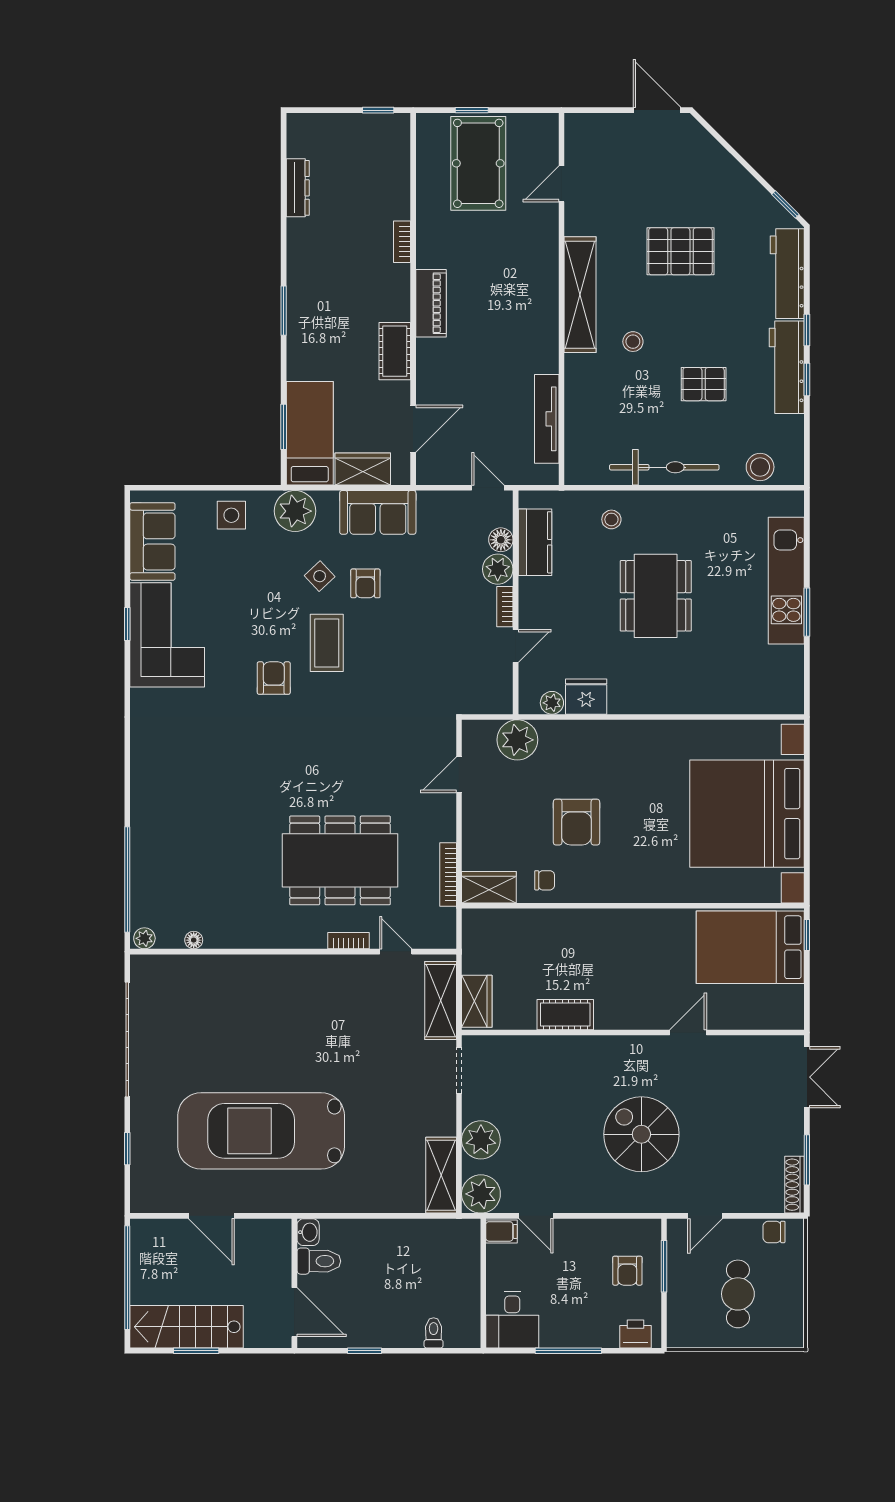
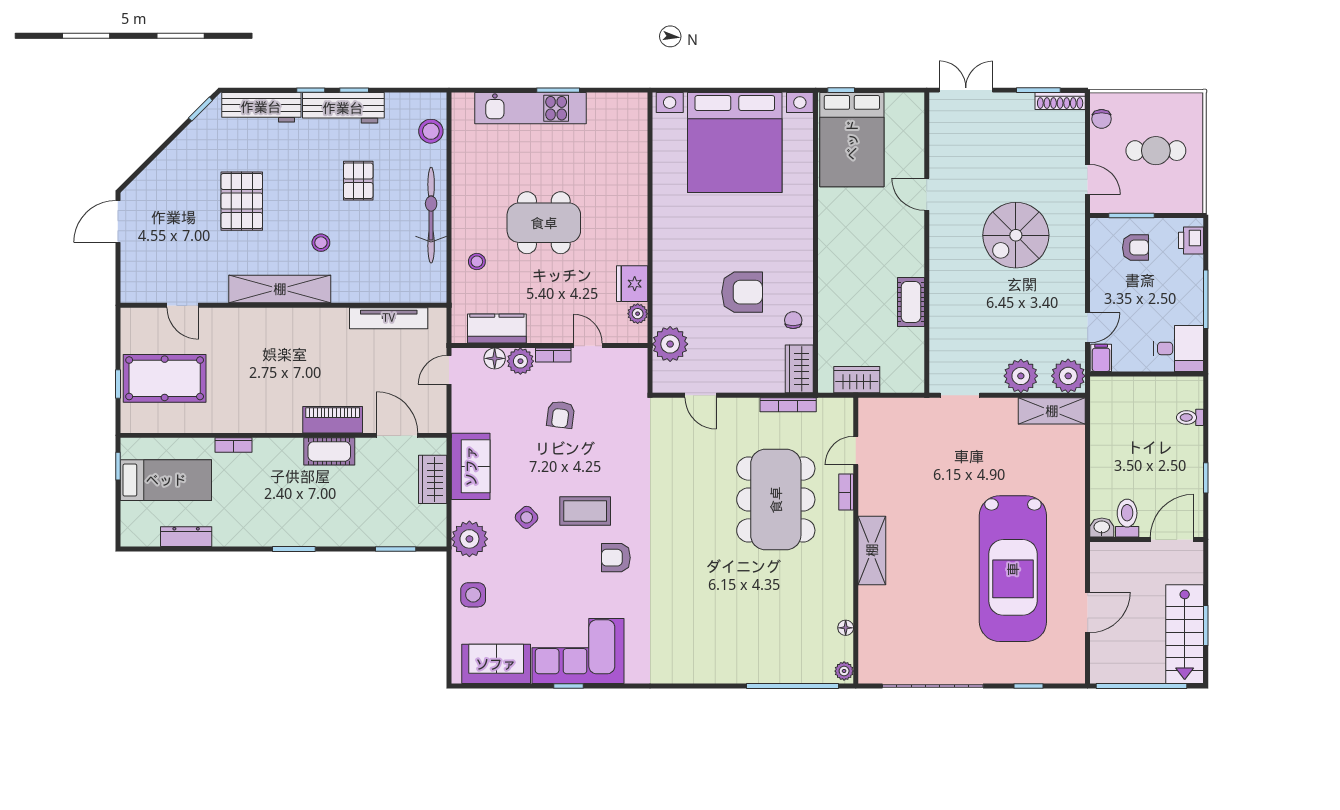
piano: (431, 303) -> (333, 420), moved
bed: (310, 433) -> (166, 480), moved, turned 180
armchair: (365, 583) -> (561, 415), moved, turned 97
shelving: (441, 1001) -> (872, 550), moved, turned 90
wardrobe: (477, 1001) -> (857, 380), moved

